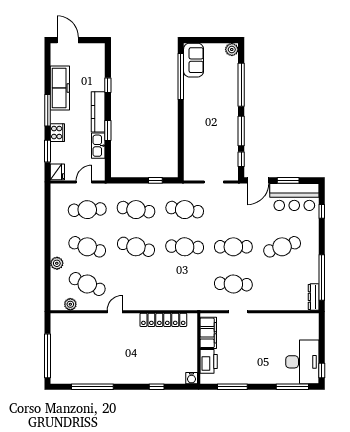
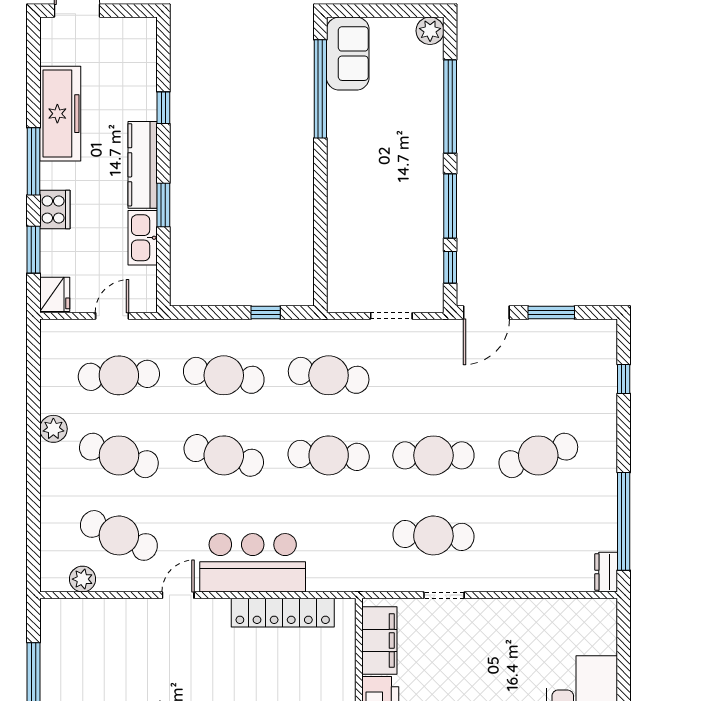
bar counter: (294, 197) -> (253, 563), moved, turned 180
plant: (57, 263) -> (53, 429), moved
dresser: (314, 297) -> (606, 572), width x0.70

